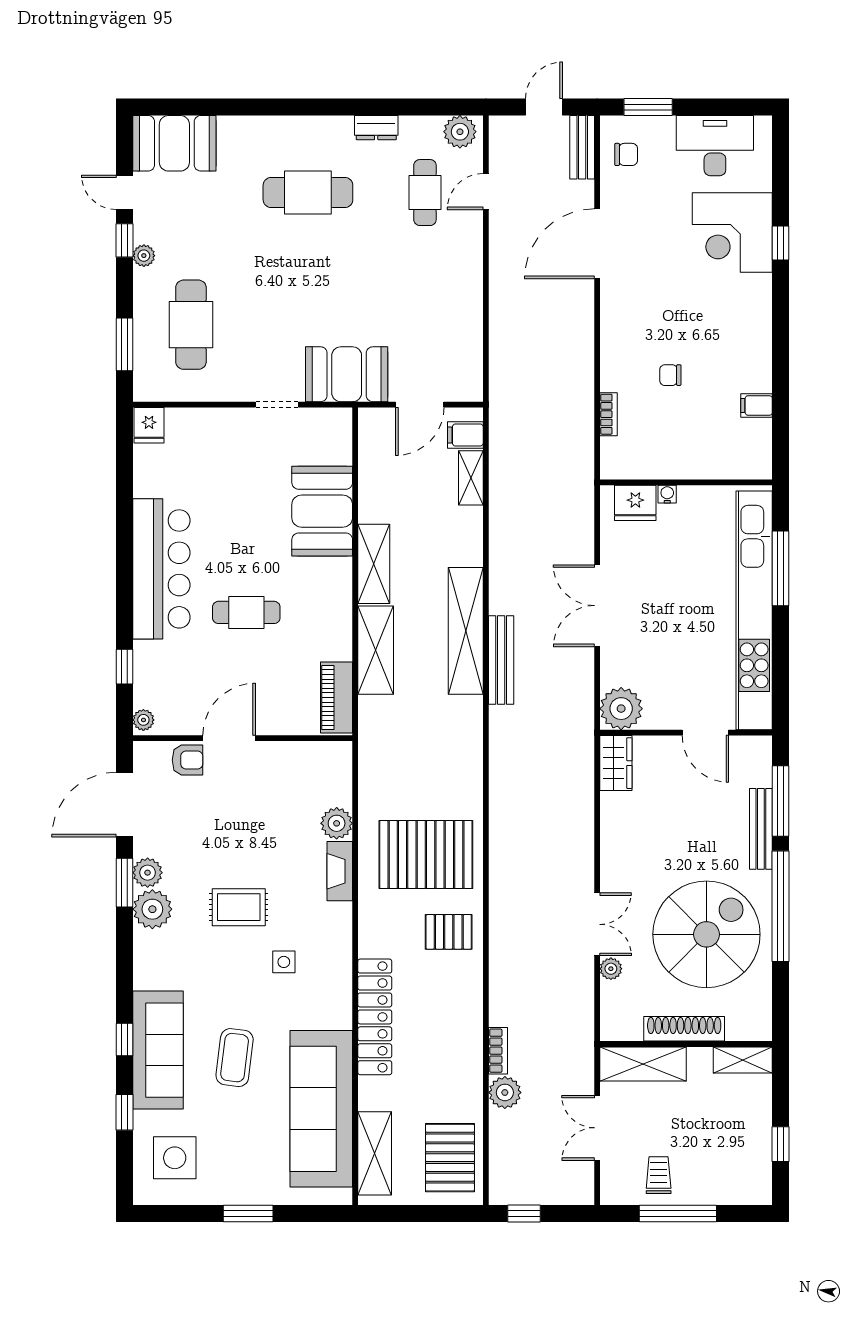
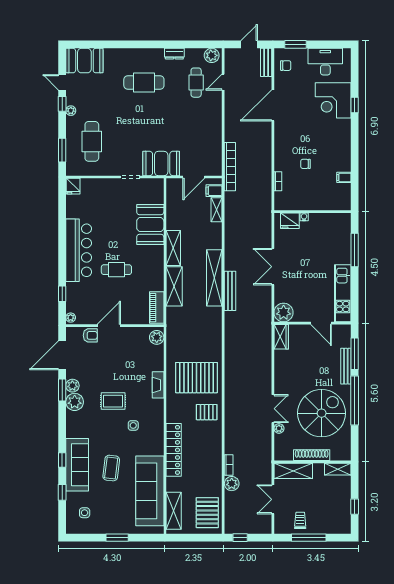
bookcase: (501, 381) -> (230, 167), added
kitchen unit: (754, 610) -> (343, 293), width x0.54
plant: (337, 823) -> (157, 337), moved
side table: (175, 1158) -> (85, 513), width x0.54, depth x0.54

